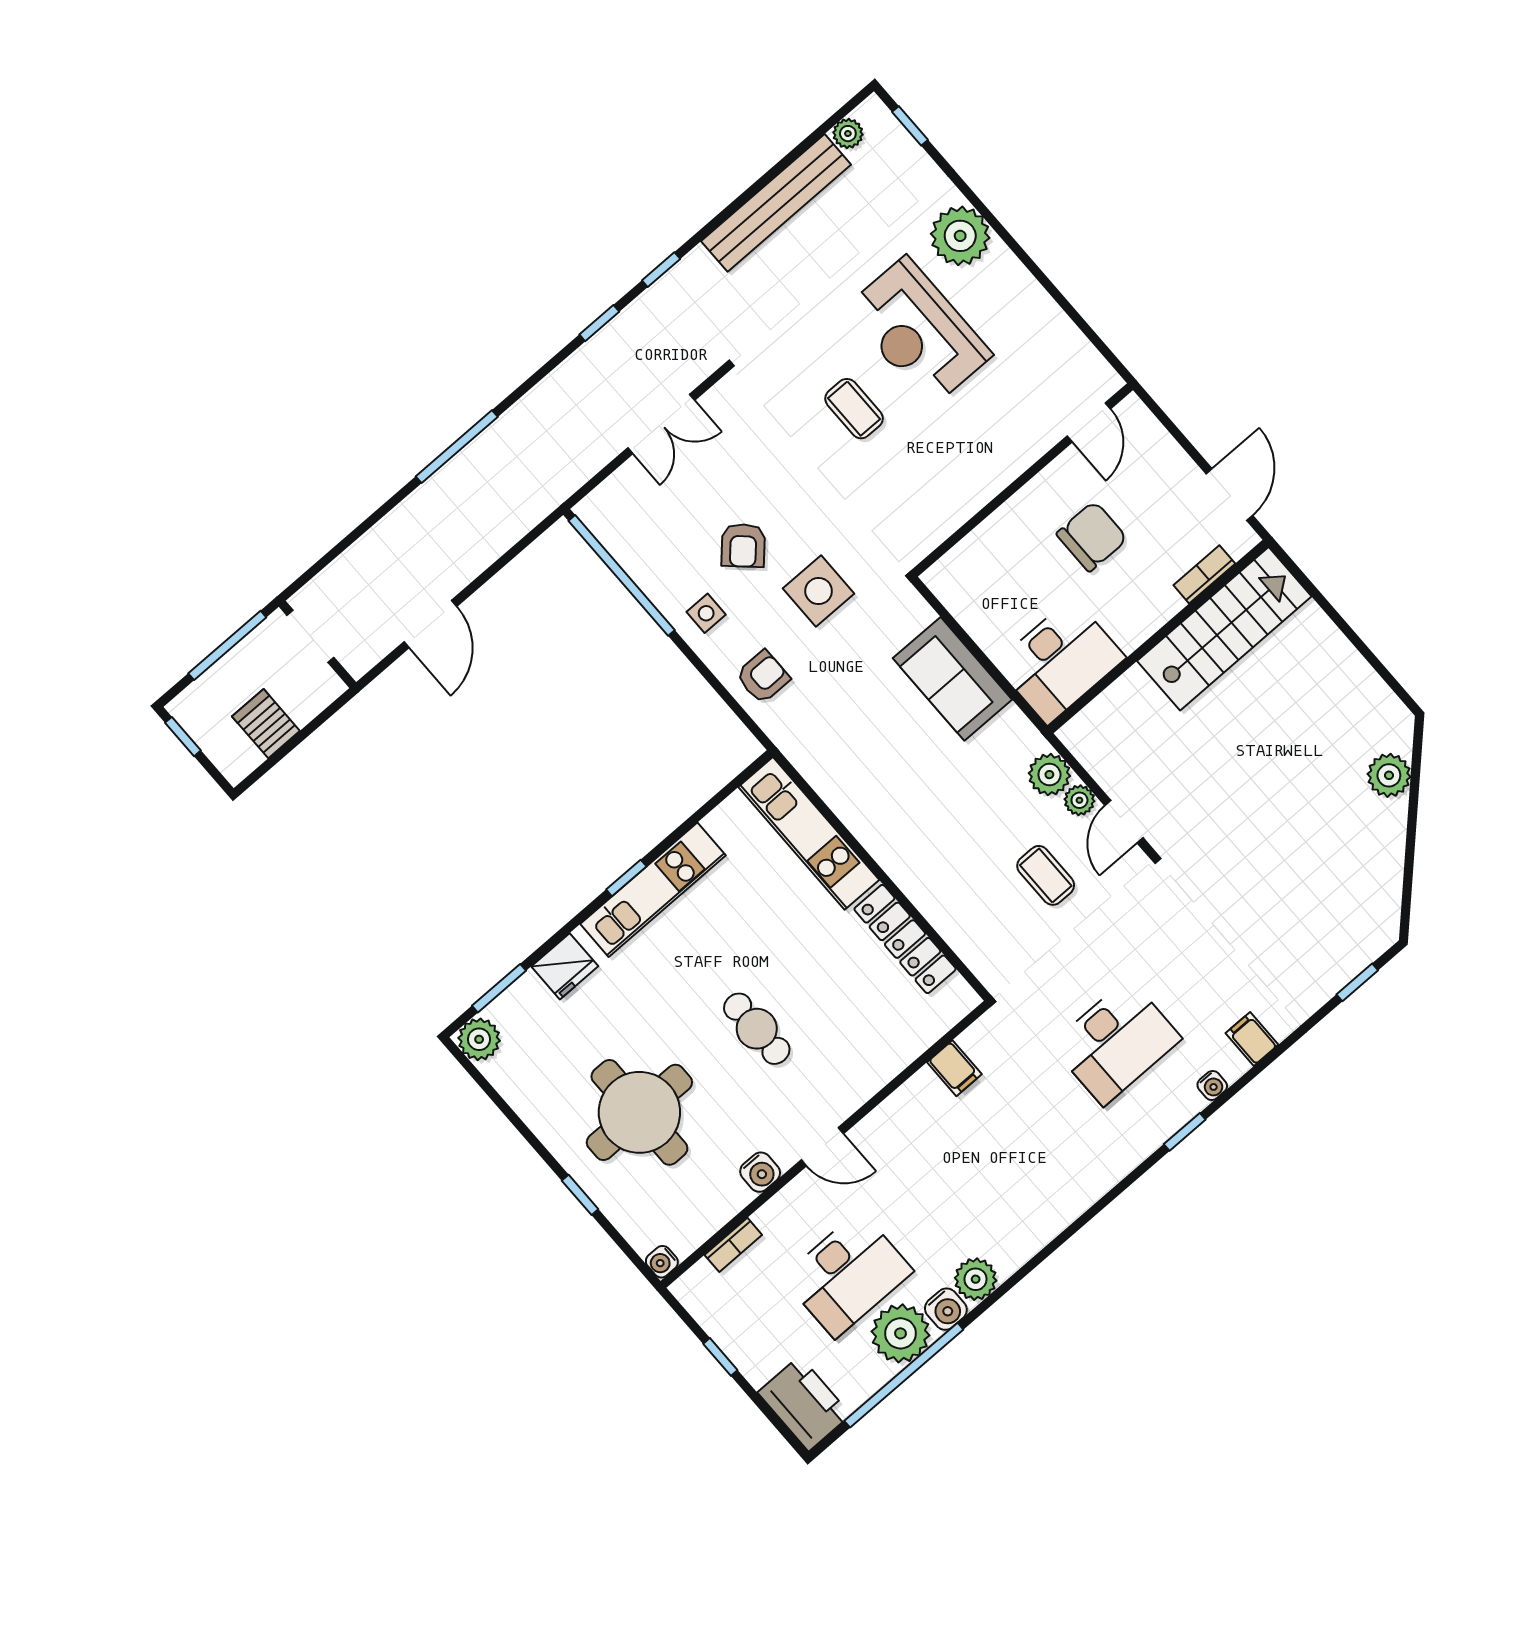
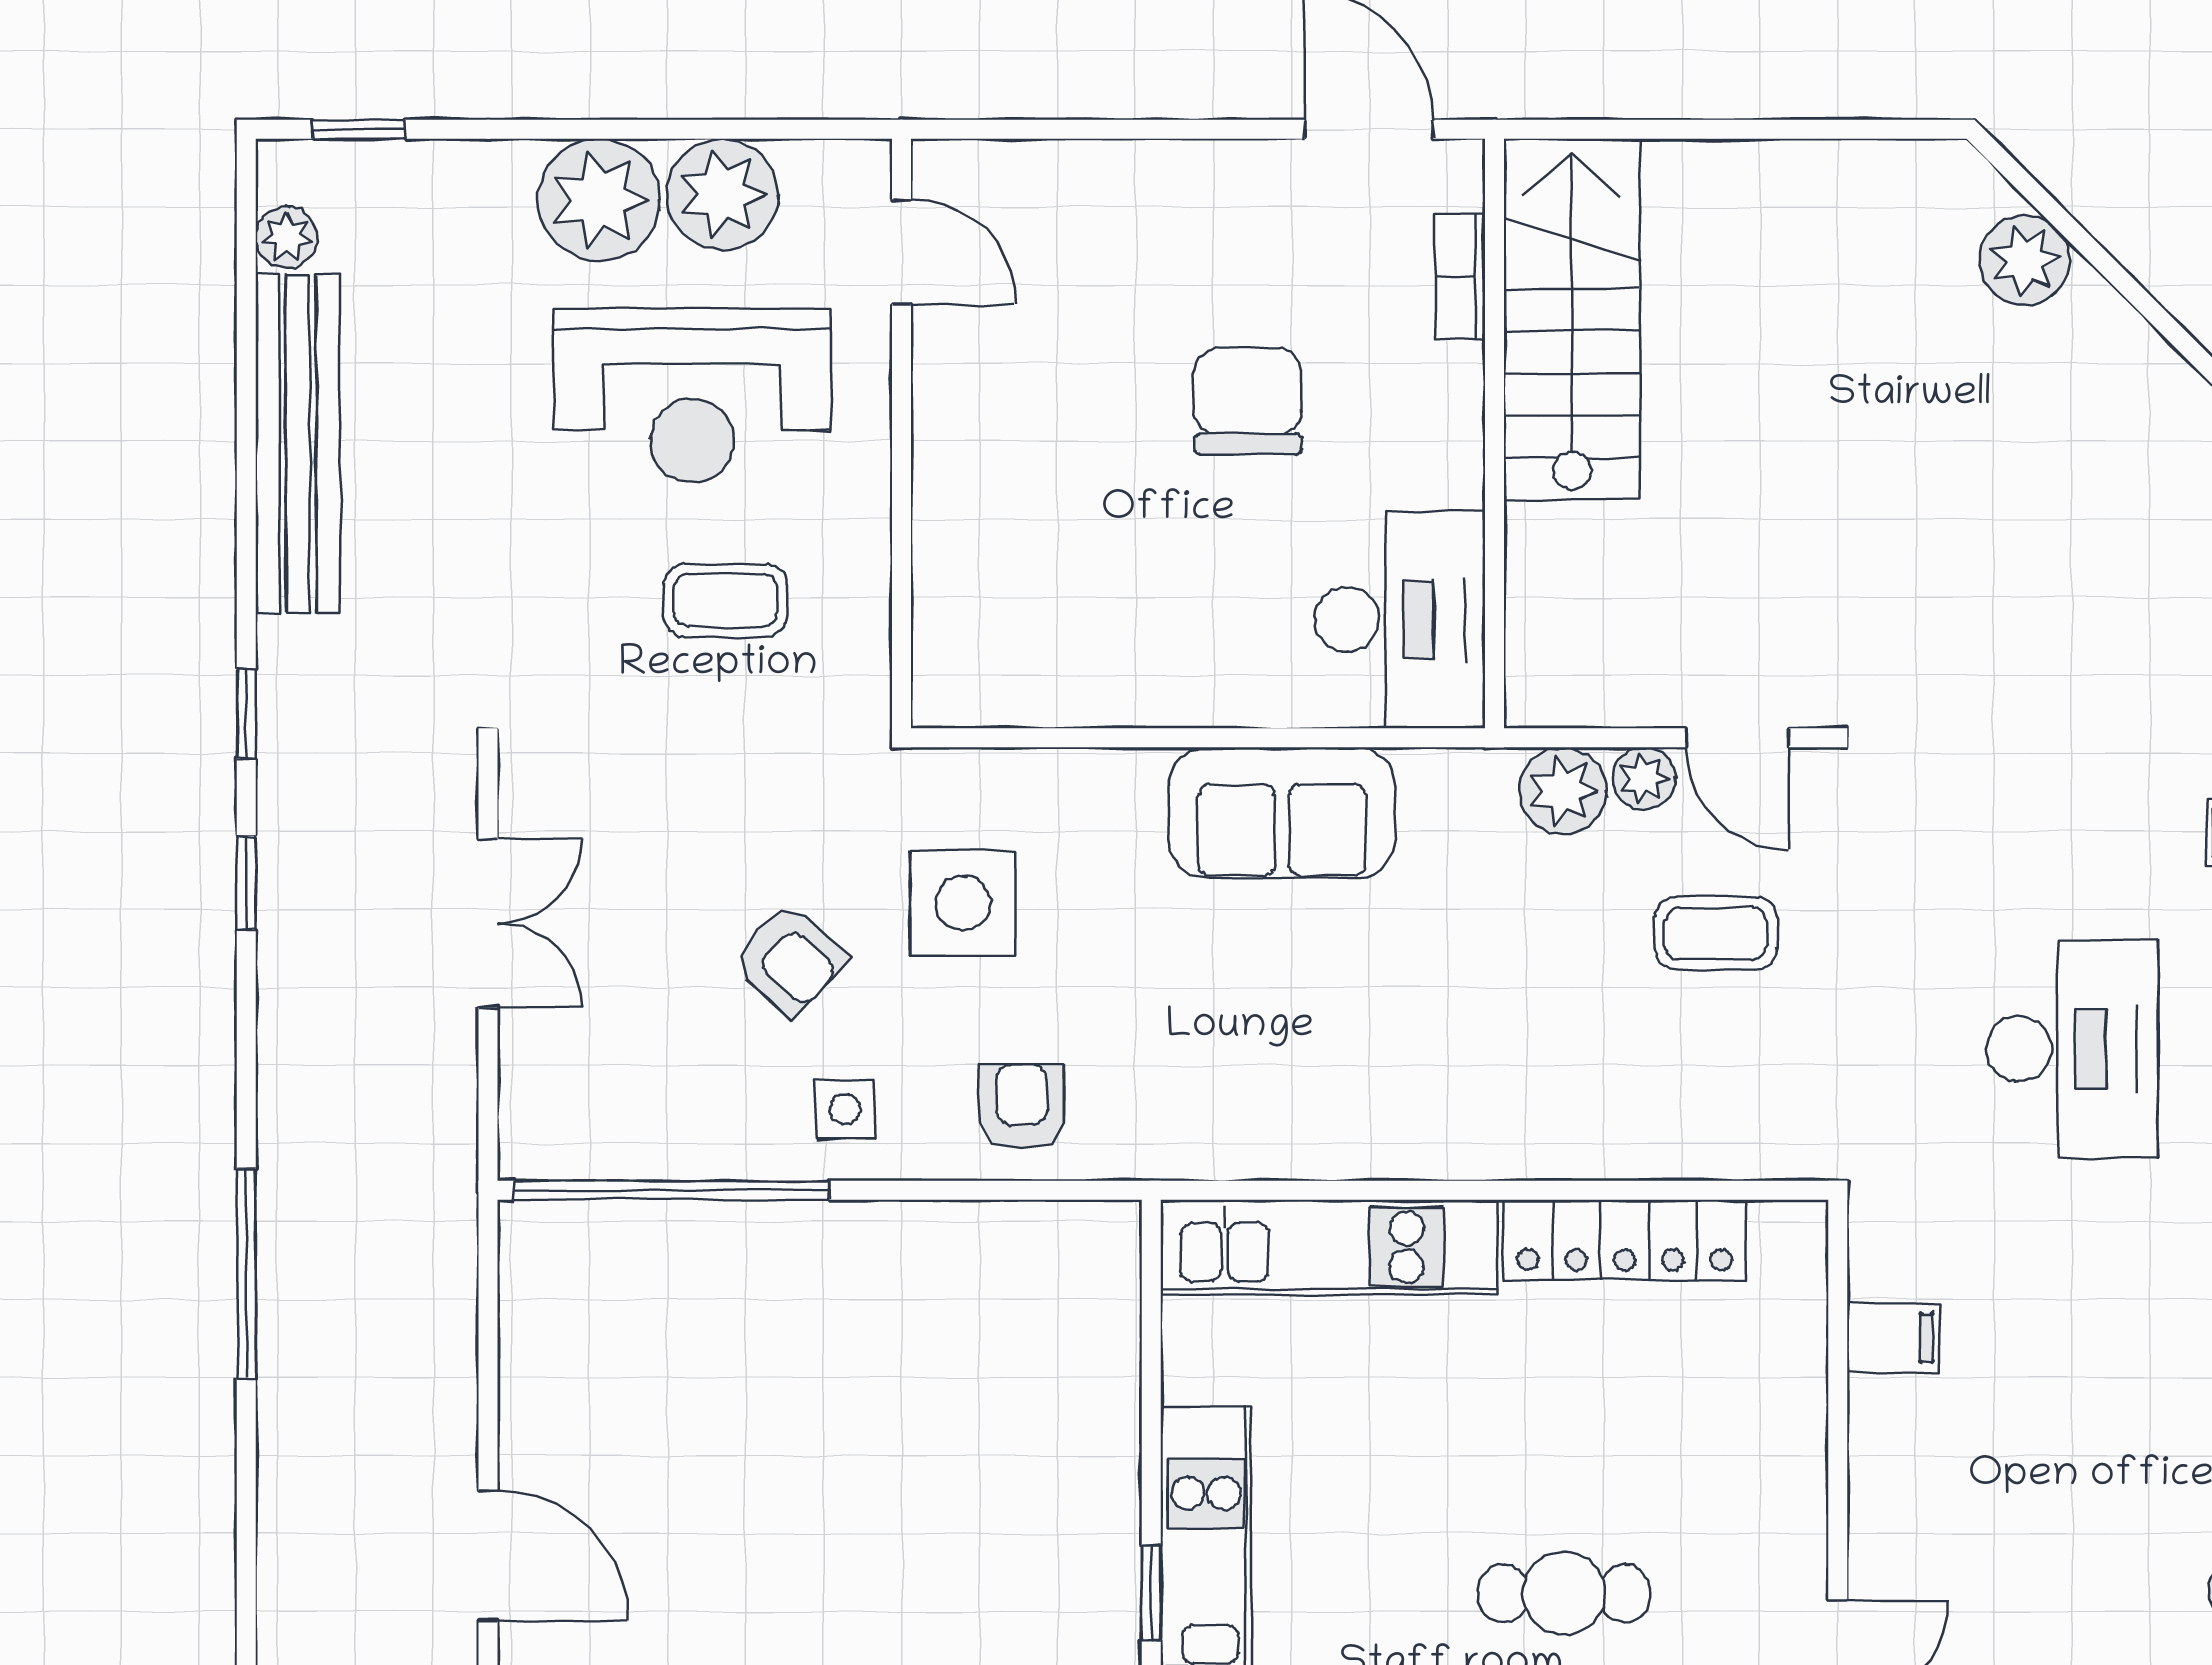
plant: (1001, 279) -> (722, 194), added
door: (1089, 422) -> (902, 252), moved
wall: (1022, 480) -> (902, 434), moved

